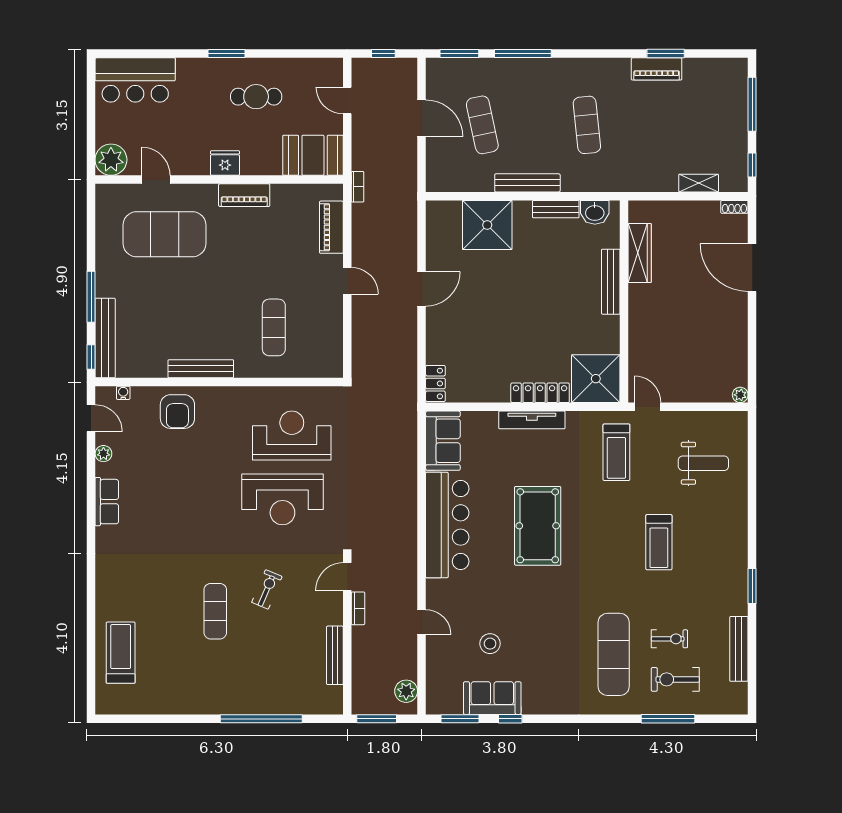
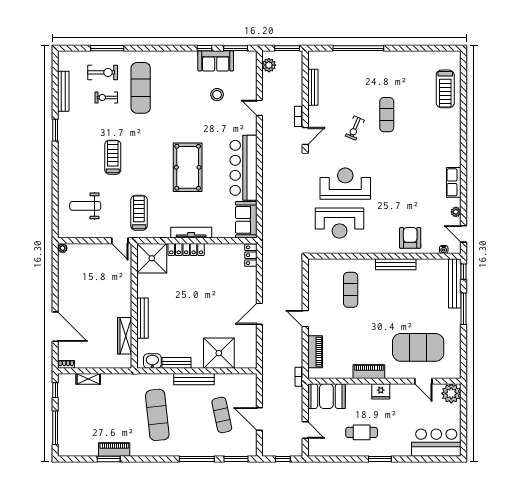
exercise mat: (587, 125) -> (157, 415), width x1.36, depth x1.45

